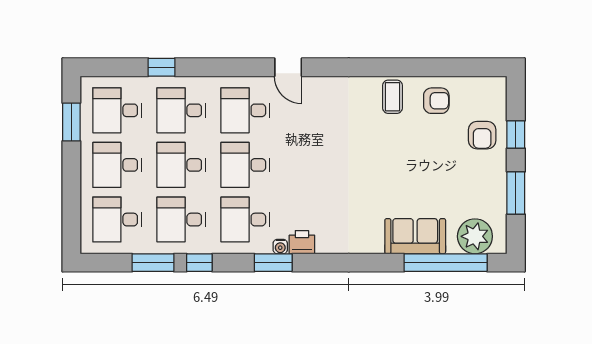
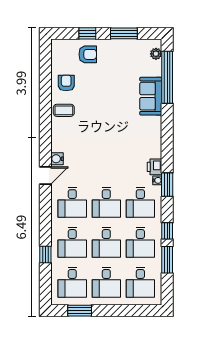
water cooler: (315, 86) -> (57, 159), added
plant: (475, 236) -> (156, 54), width x0.53, depth x0.53

